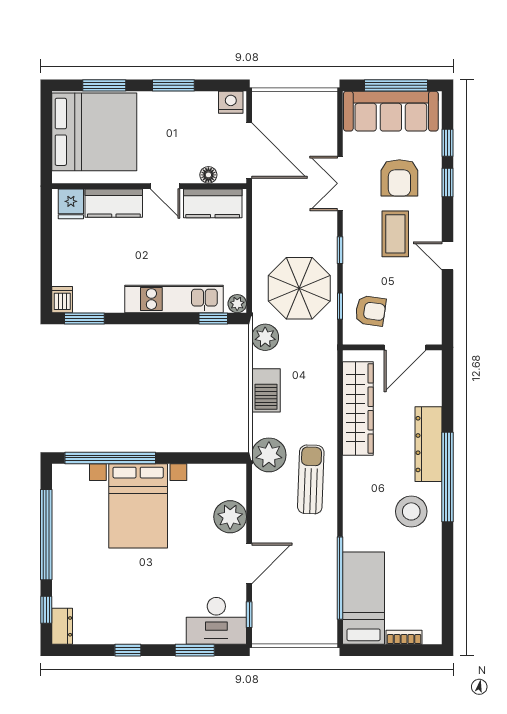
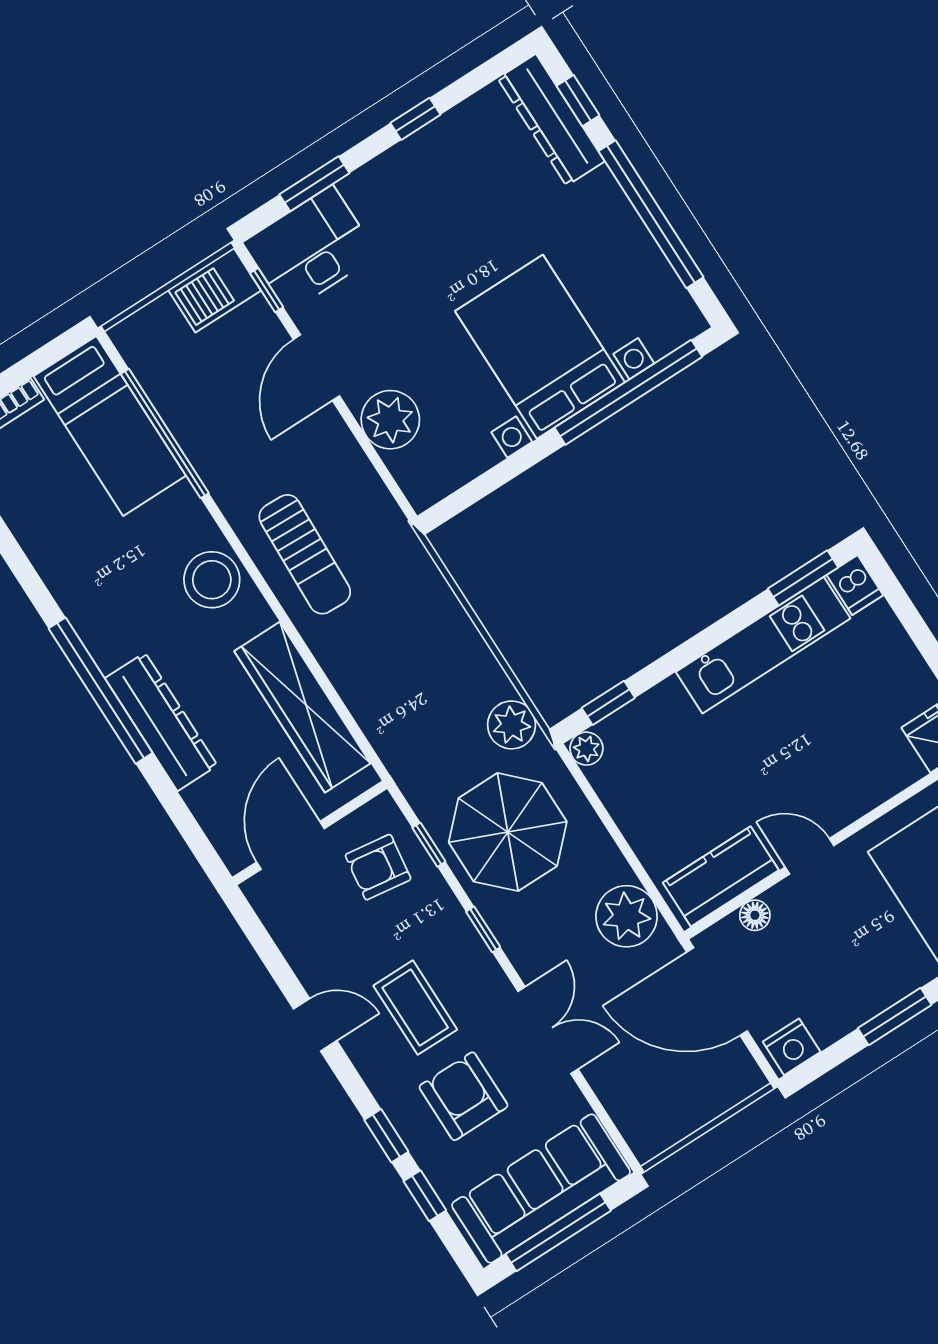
kitchen counter: (114, 203) -> (871, 781), removed
kitchen unit: (174, 299) -> (763, 645), moved
barbecue: (266, 390) -> (215, 290), moved, turned -90
plant: (269, 455) -> (627, 916), moved
stool: (411, 511) -> (212, 580), moved
dresser: (62, 626) -> (551, 120), width x1.96, depth x1.24

